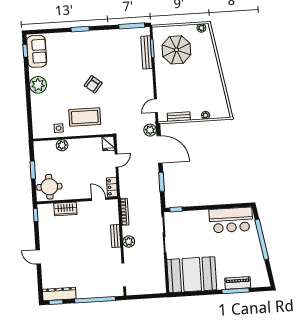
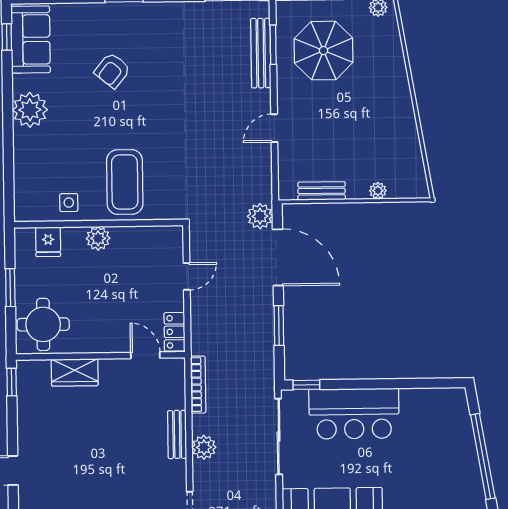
armchair: (93, 84) -> (112, 70), moved
door: (156, 106) -> (274, 128), moved
coffee table: (85, 117) -> (125, 182), turned 90
fridge: (108, 144) -> (48, 242), moved
plant: (62, 145) -> (98, 238), moved
bar counter: (231, 220) -> (354, 414), moved

